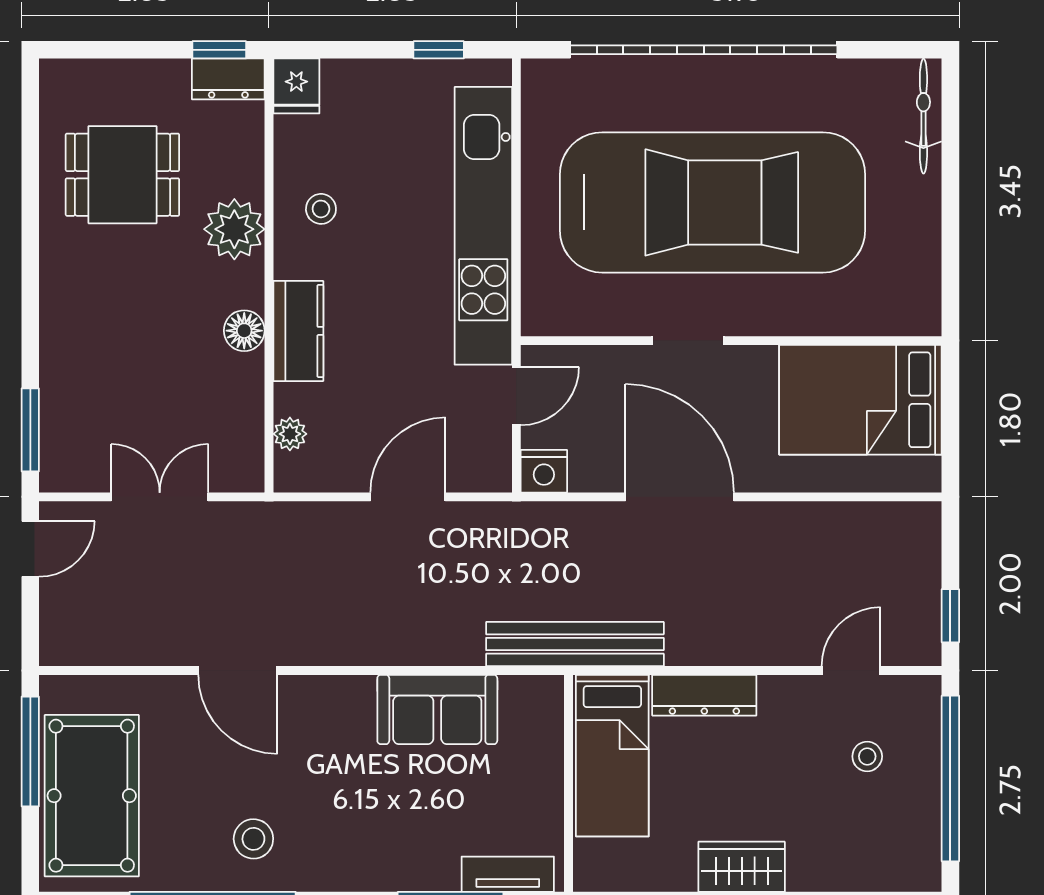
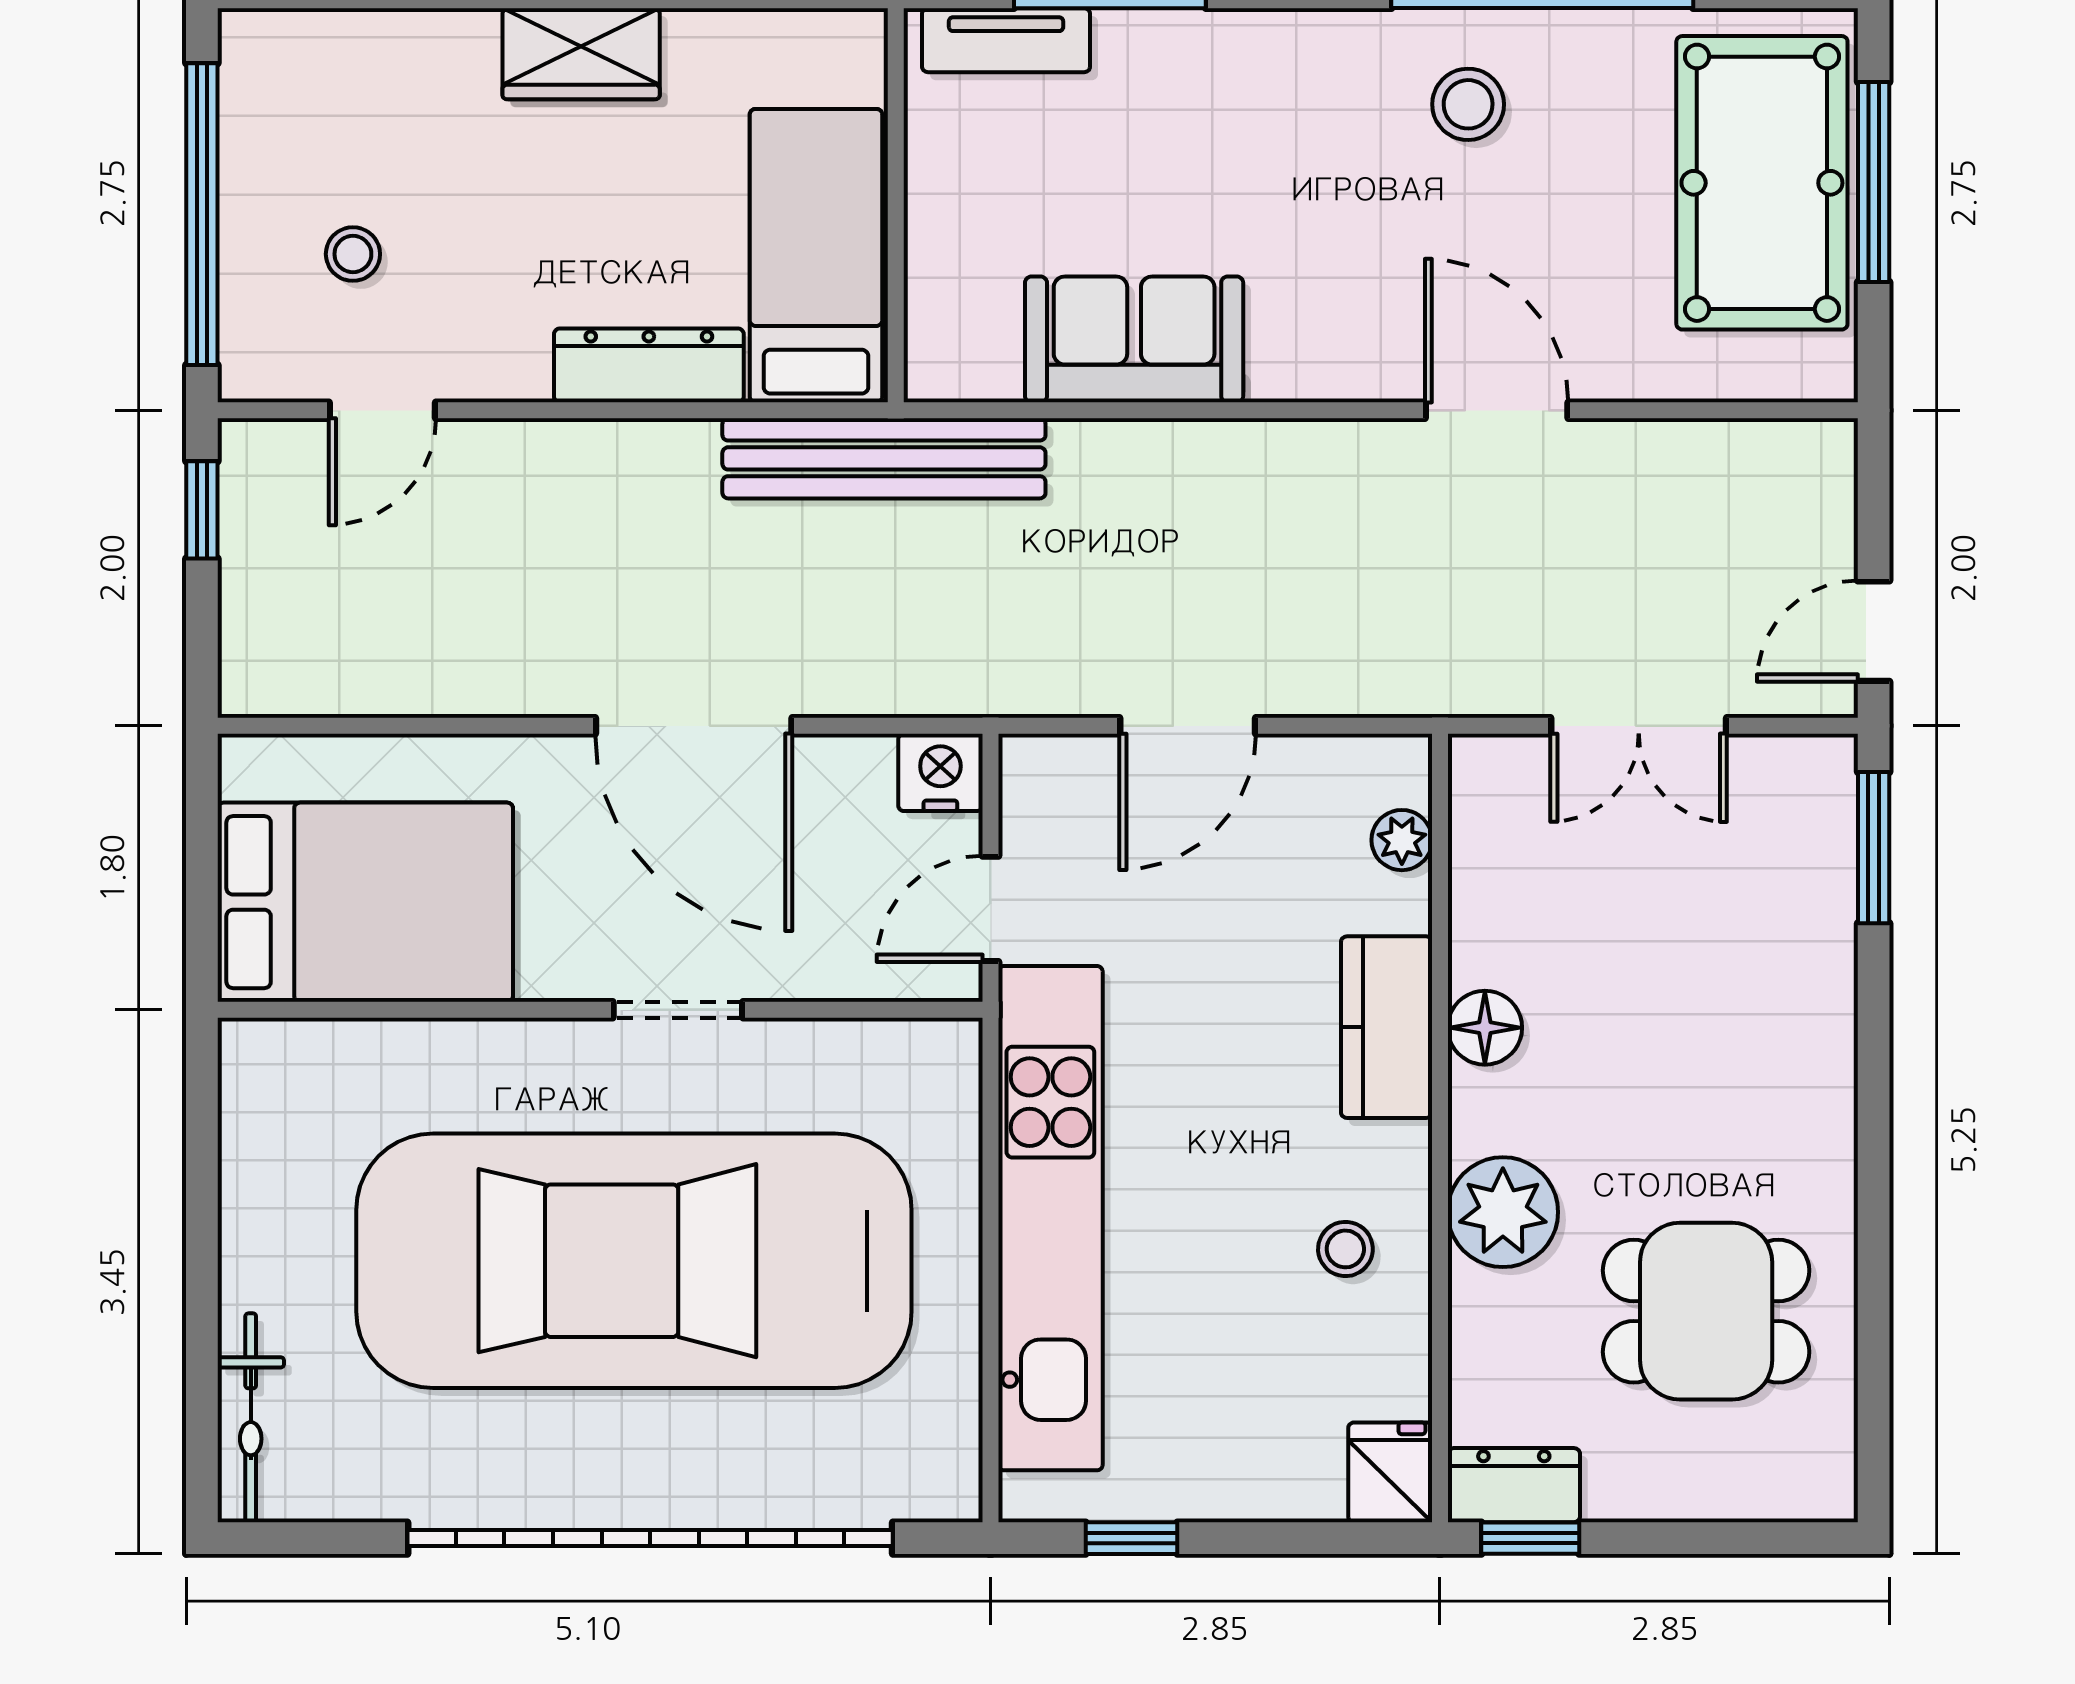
window: (30, 751) -> (1874, 182), moved

